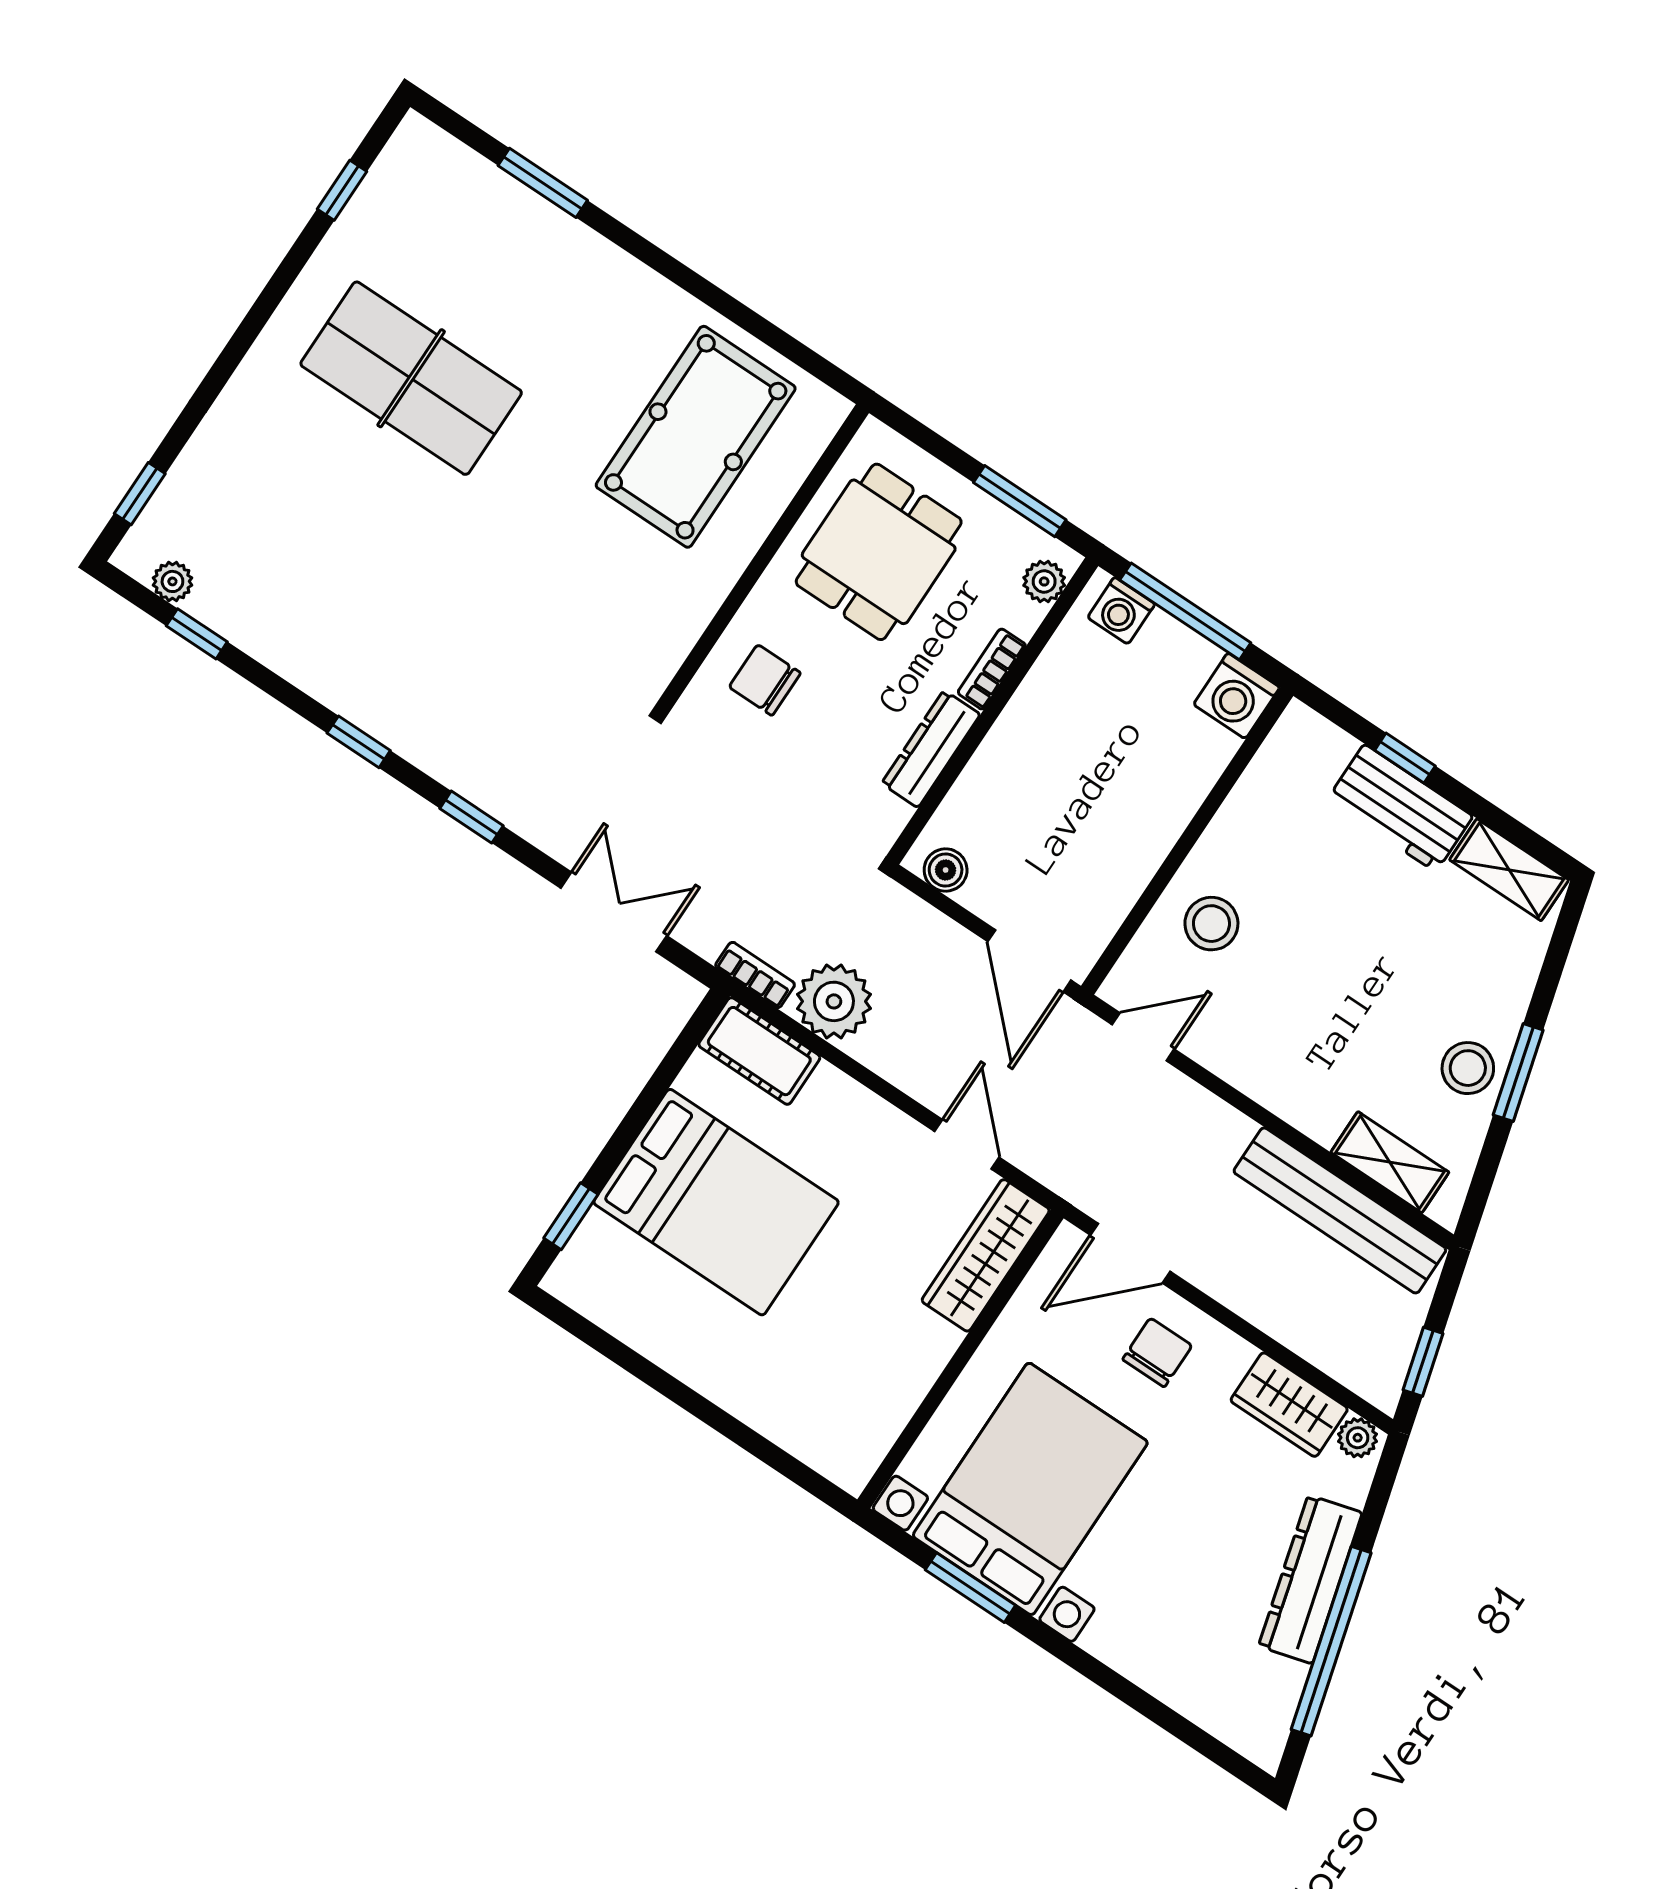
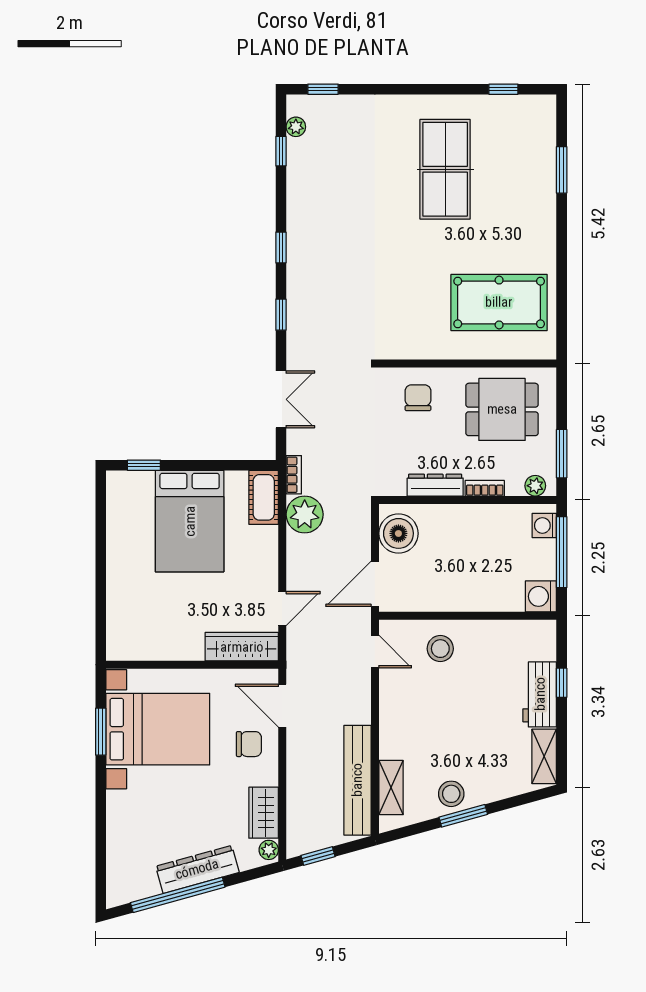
boiler: (946, 870) -> (398, 533), width x1.86, depth x1.86

